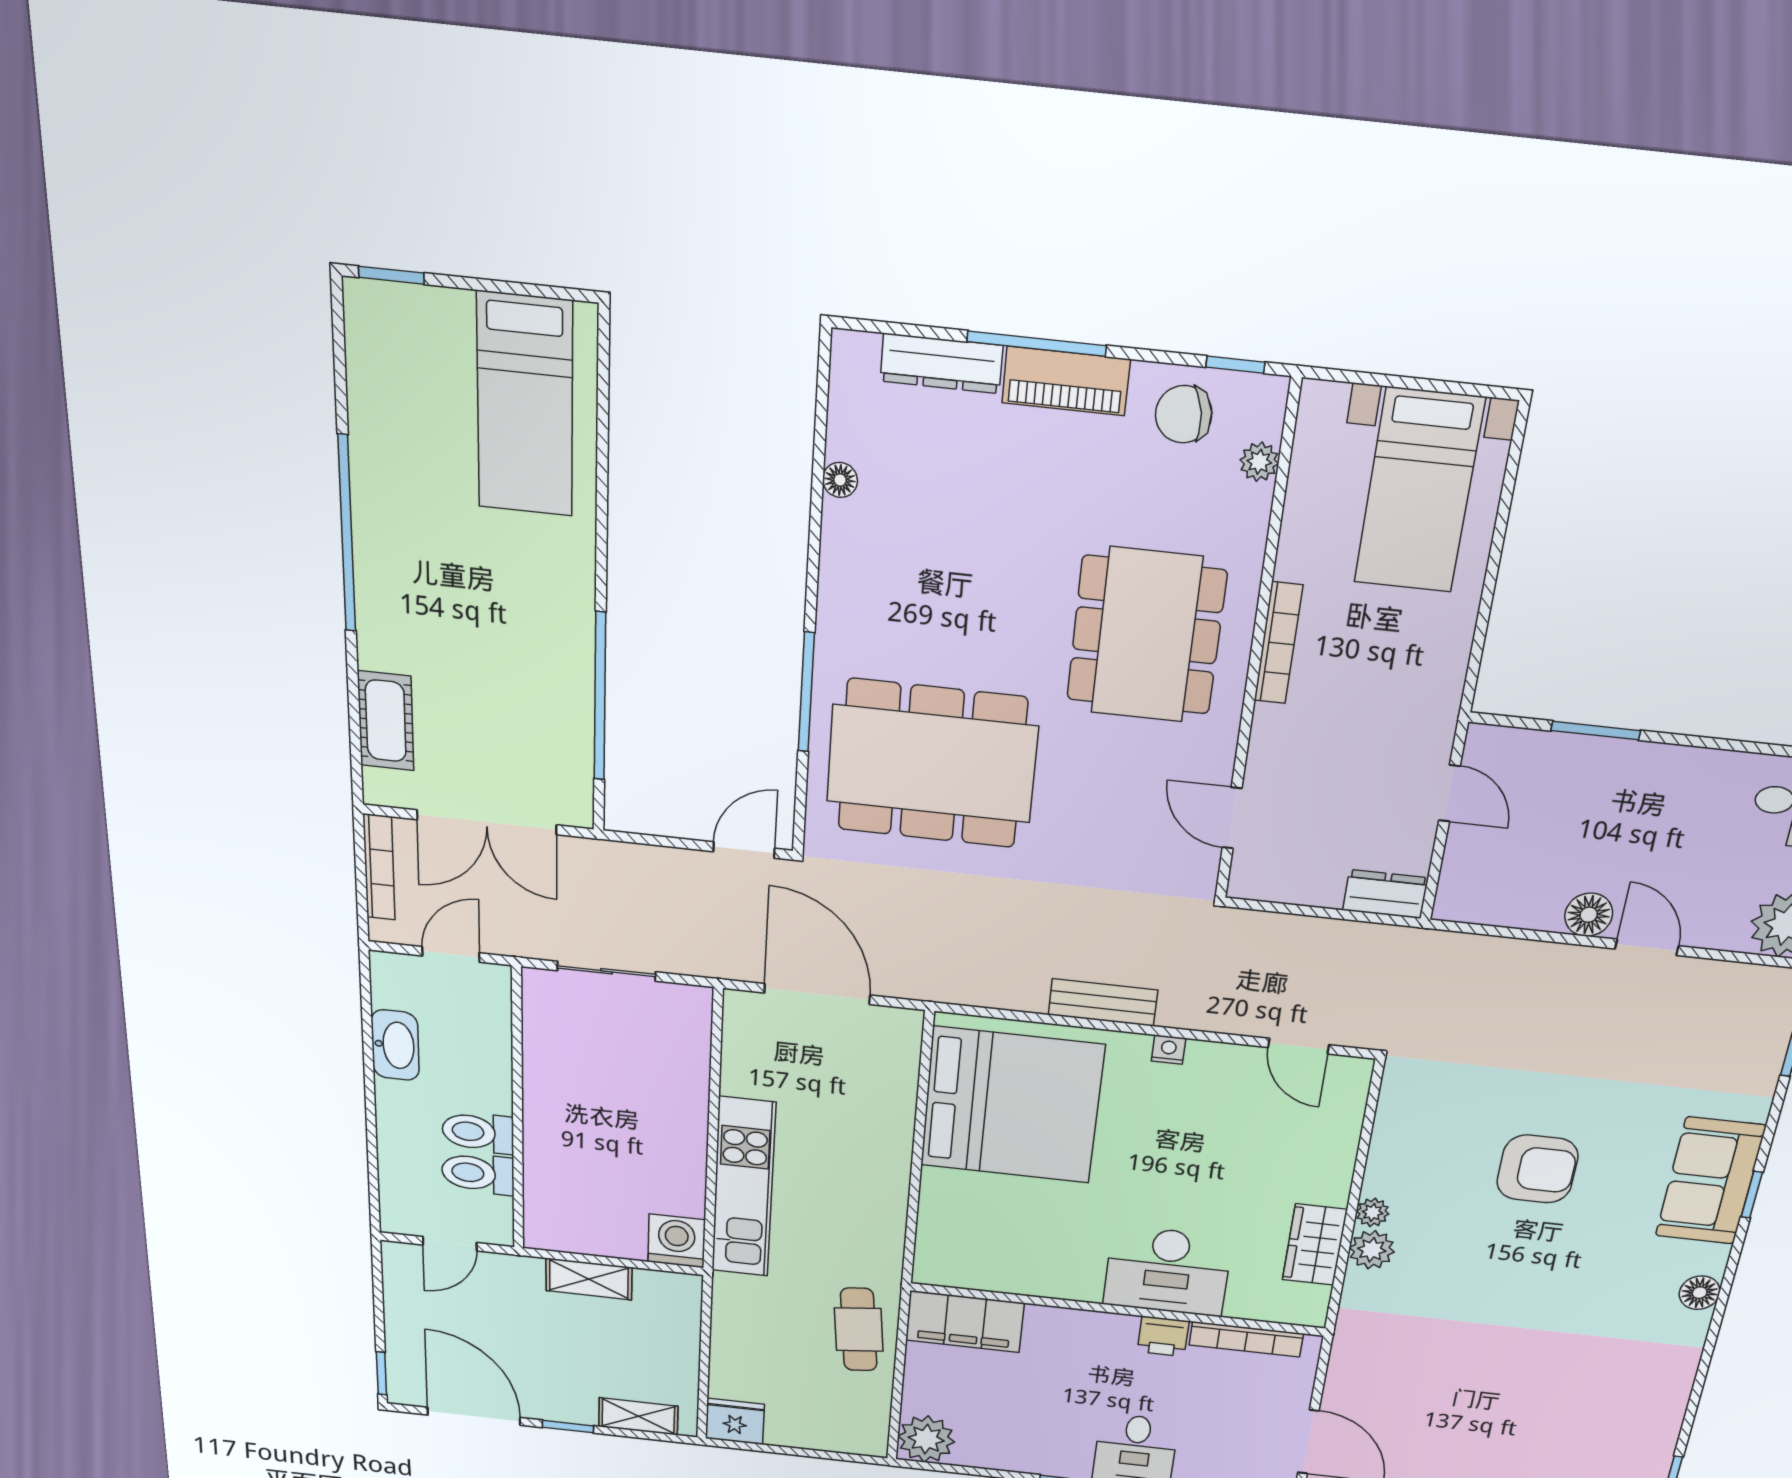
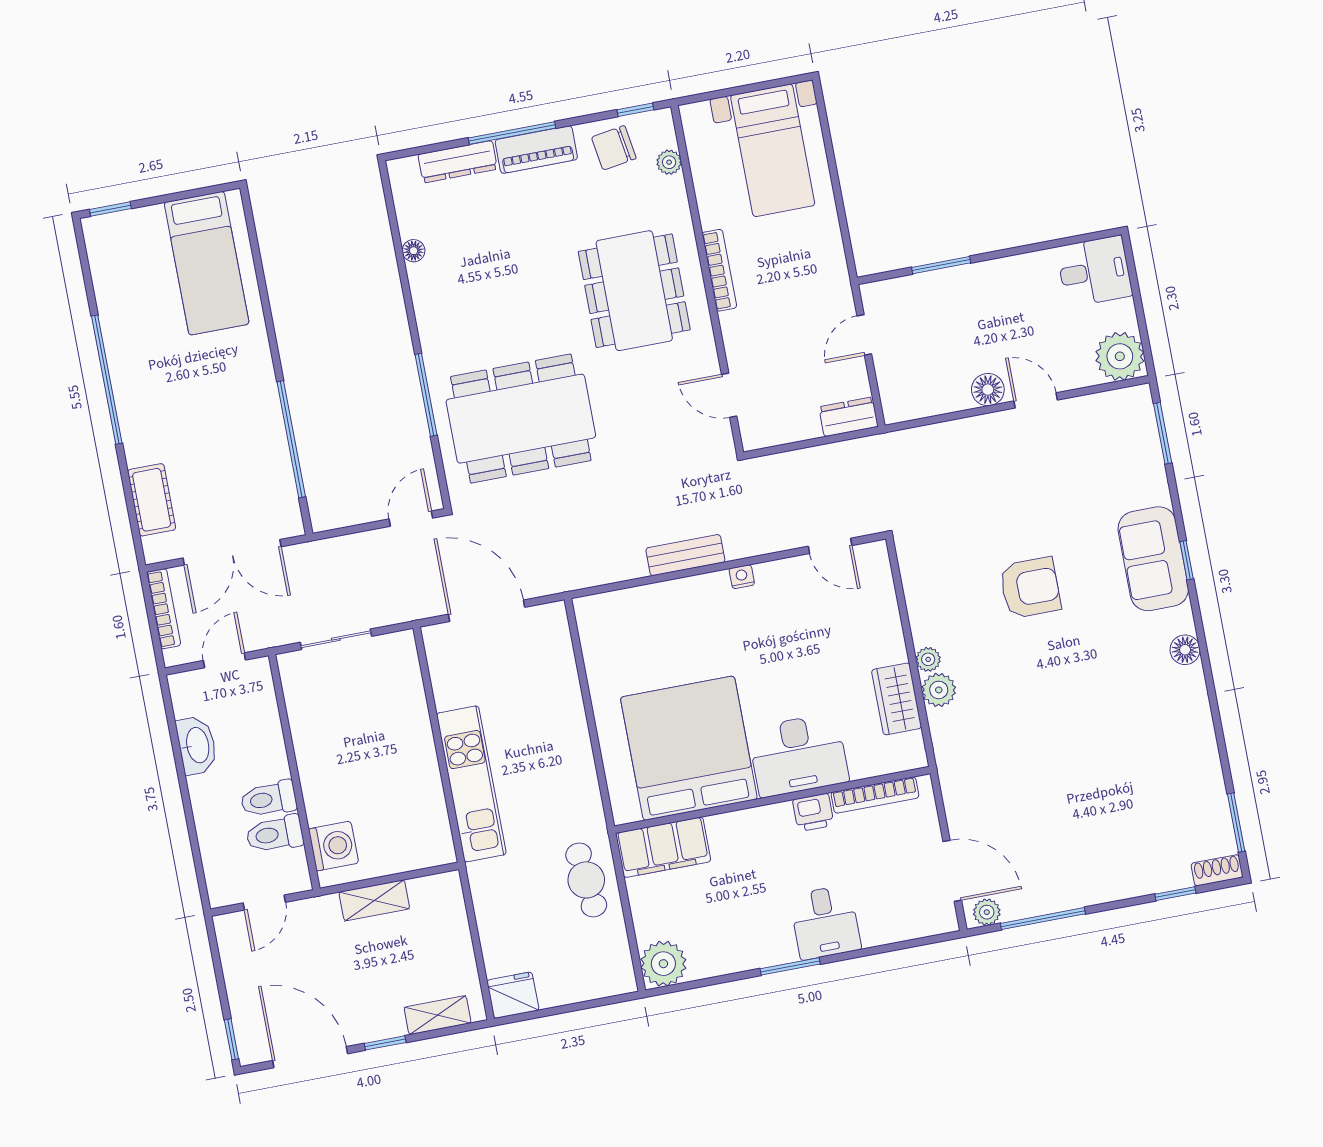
door: (1449, 793) -> (864, 335), swing flipped
bed: (1012, 1105) -> (689, 748), moved, turned -90
washing machine: (677, 1241) -> (333, 846), moved, turned 90

